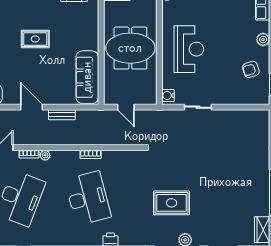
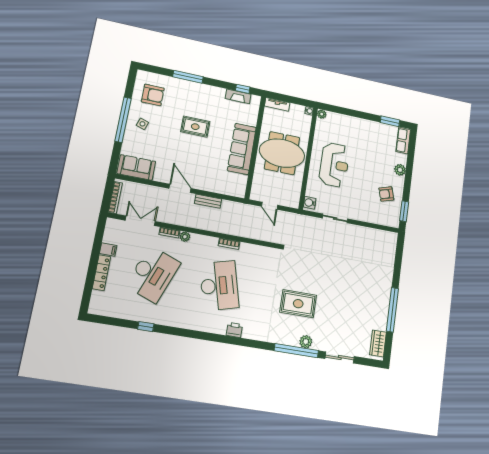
sofa: (87, 77) -> (242, 149), moved

